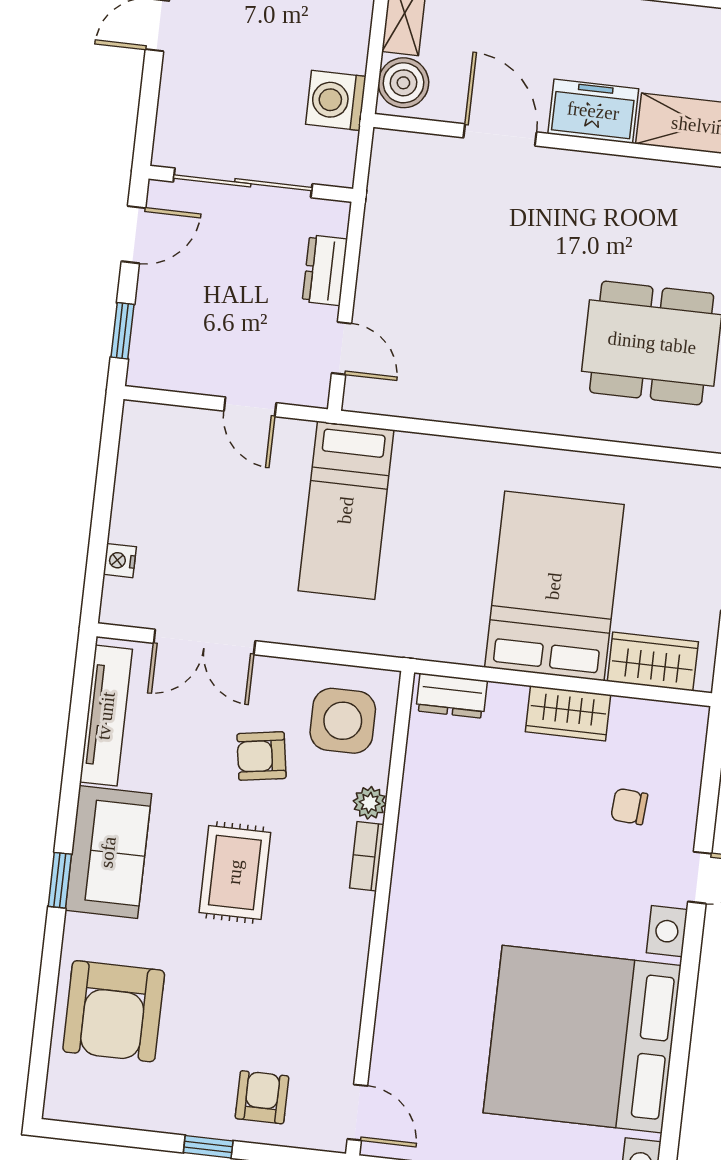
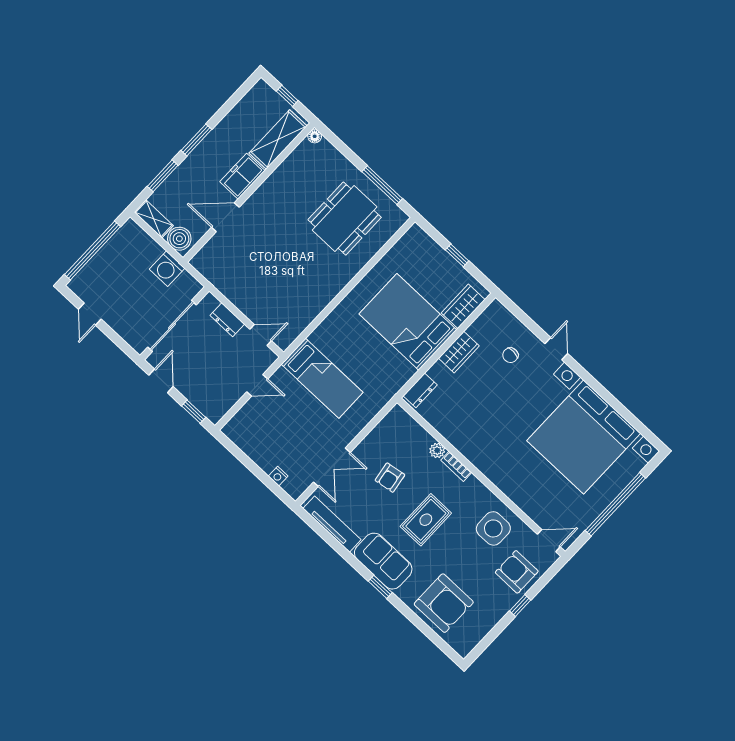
side table: (343, 721) -> (493, 528), moved
rug: (235, 872) -> (426, 520), turned 90
armchair: (262, 1097) -> (517, 572), width x1.38, depth x1.38

